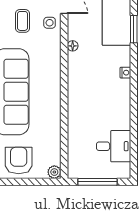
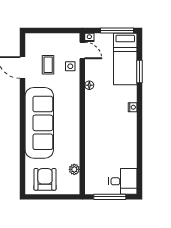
desk: (114, 146) -> (123, 181), moved
plant: (54, 172) -> (74, 169), moved

